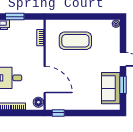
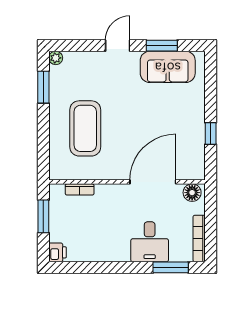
window: (15, 17) -> (43, 216), moved
window: (99, 17) -> (43, 87), added
window: (58, 113) -> (211, 134), moved

